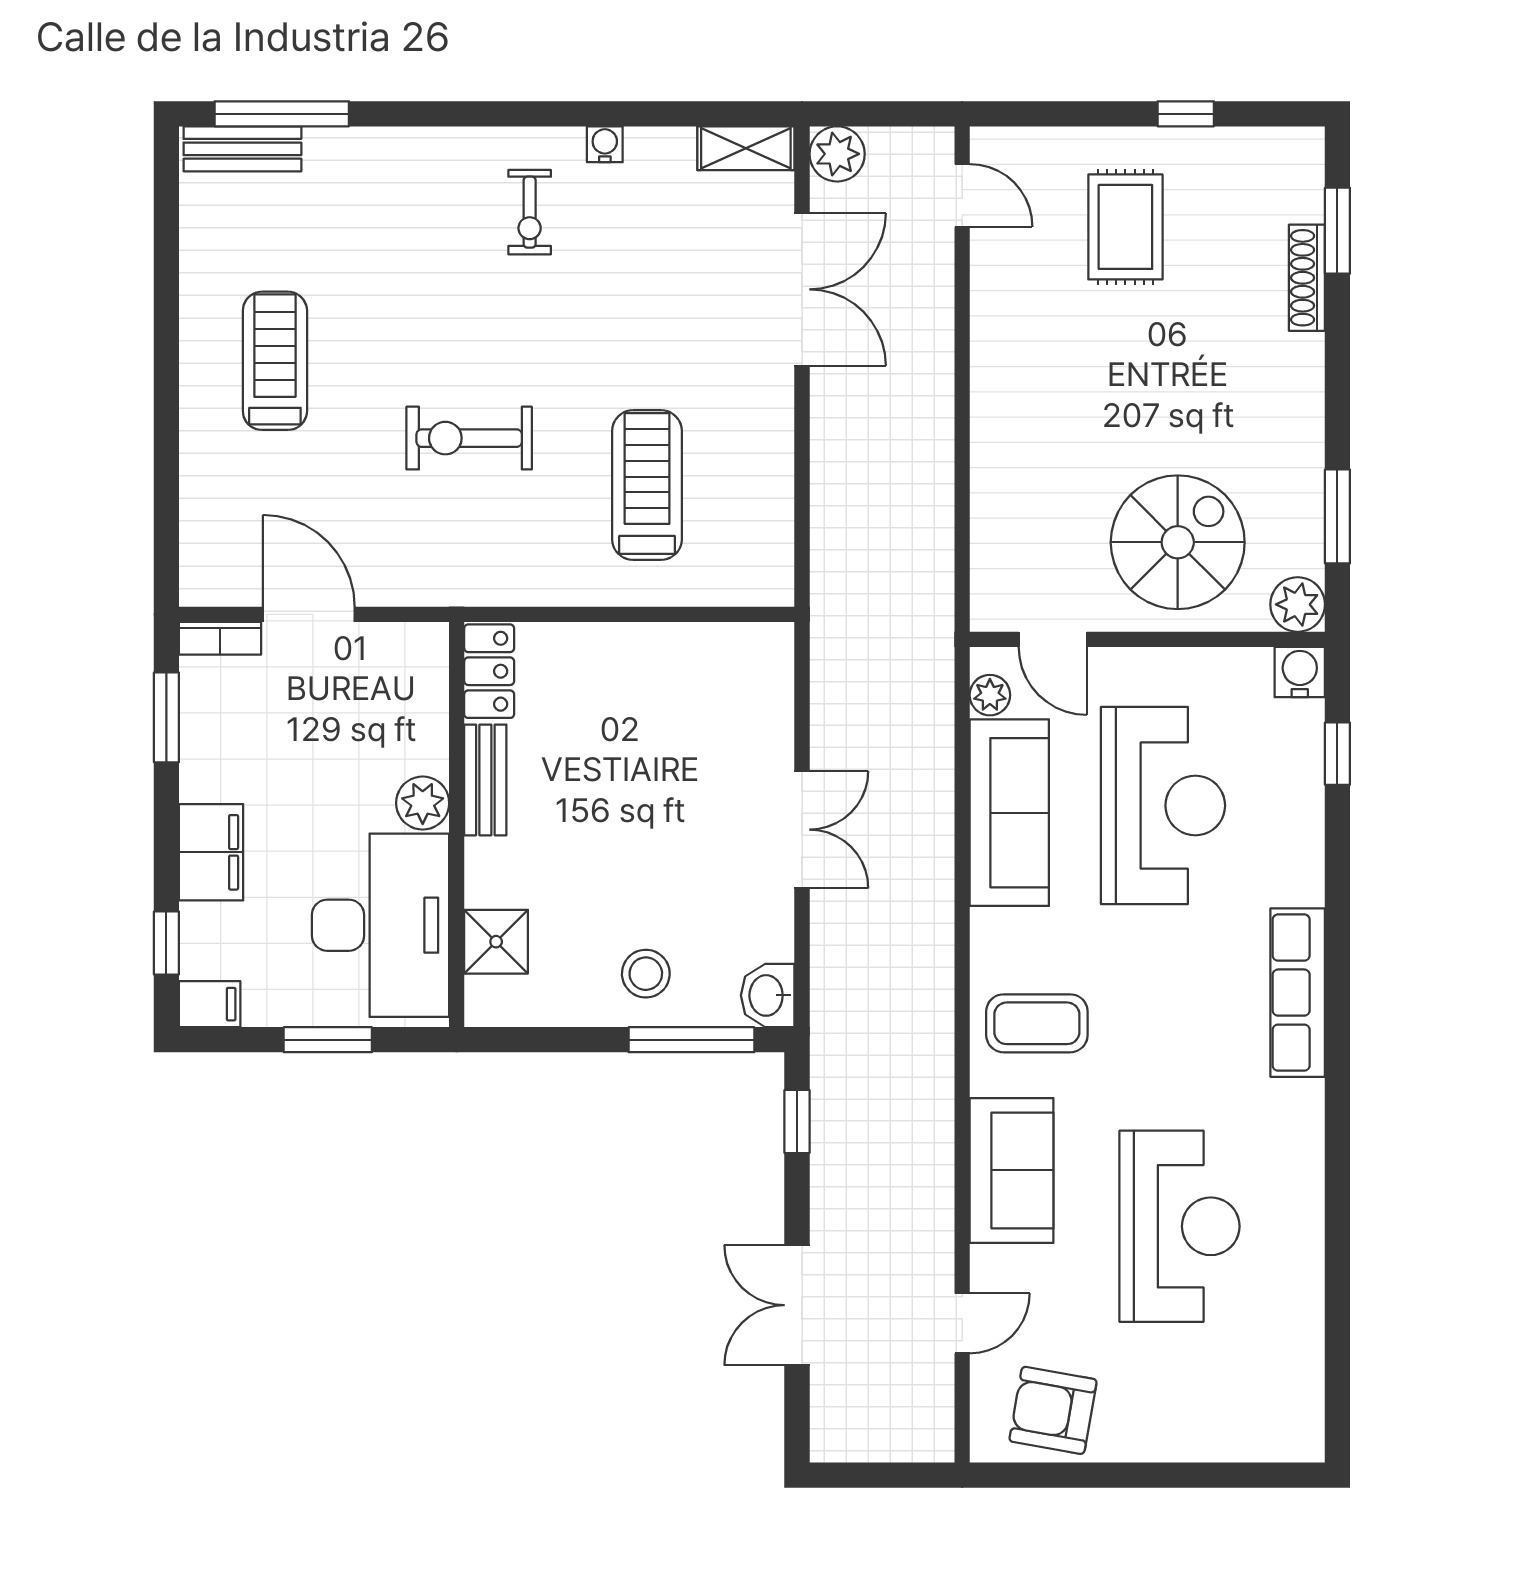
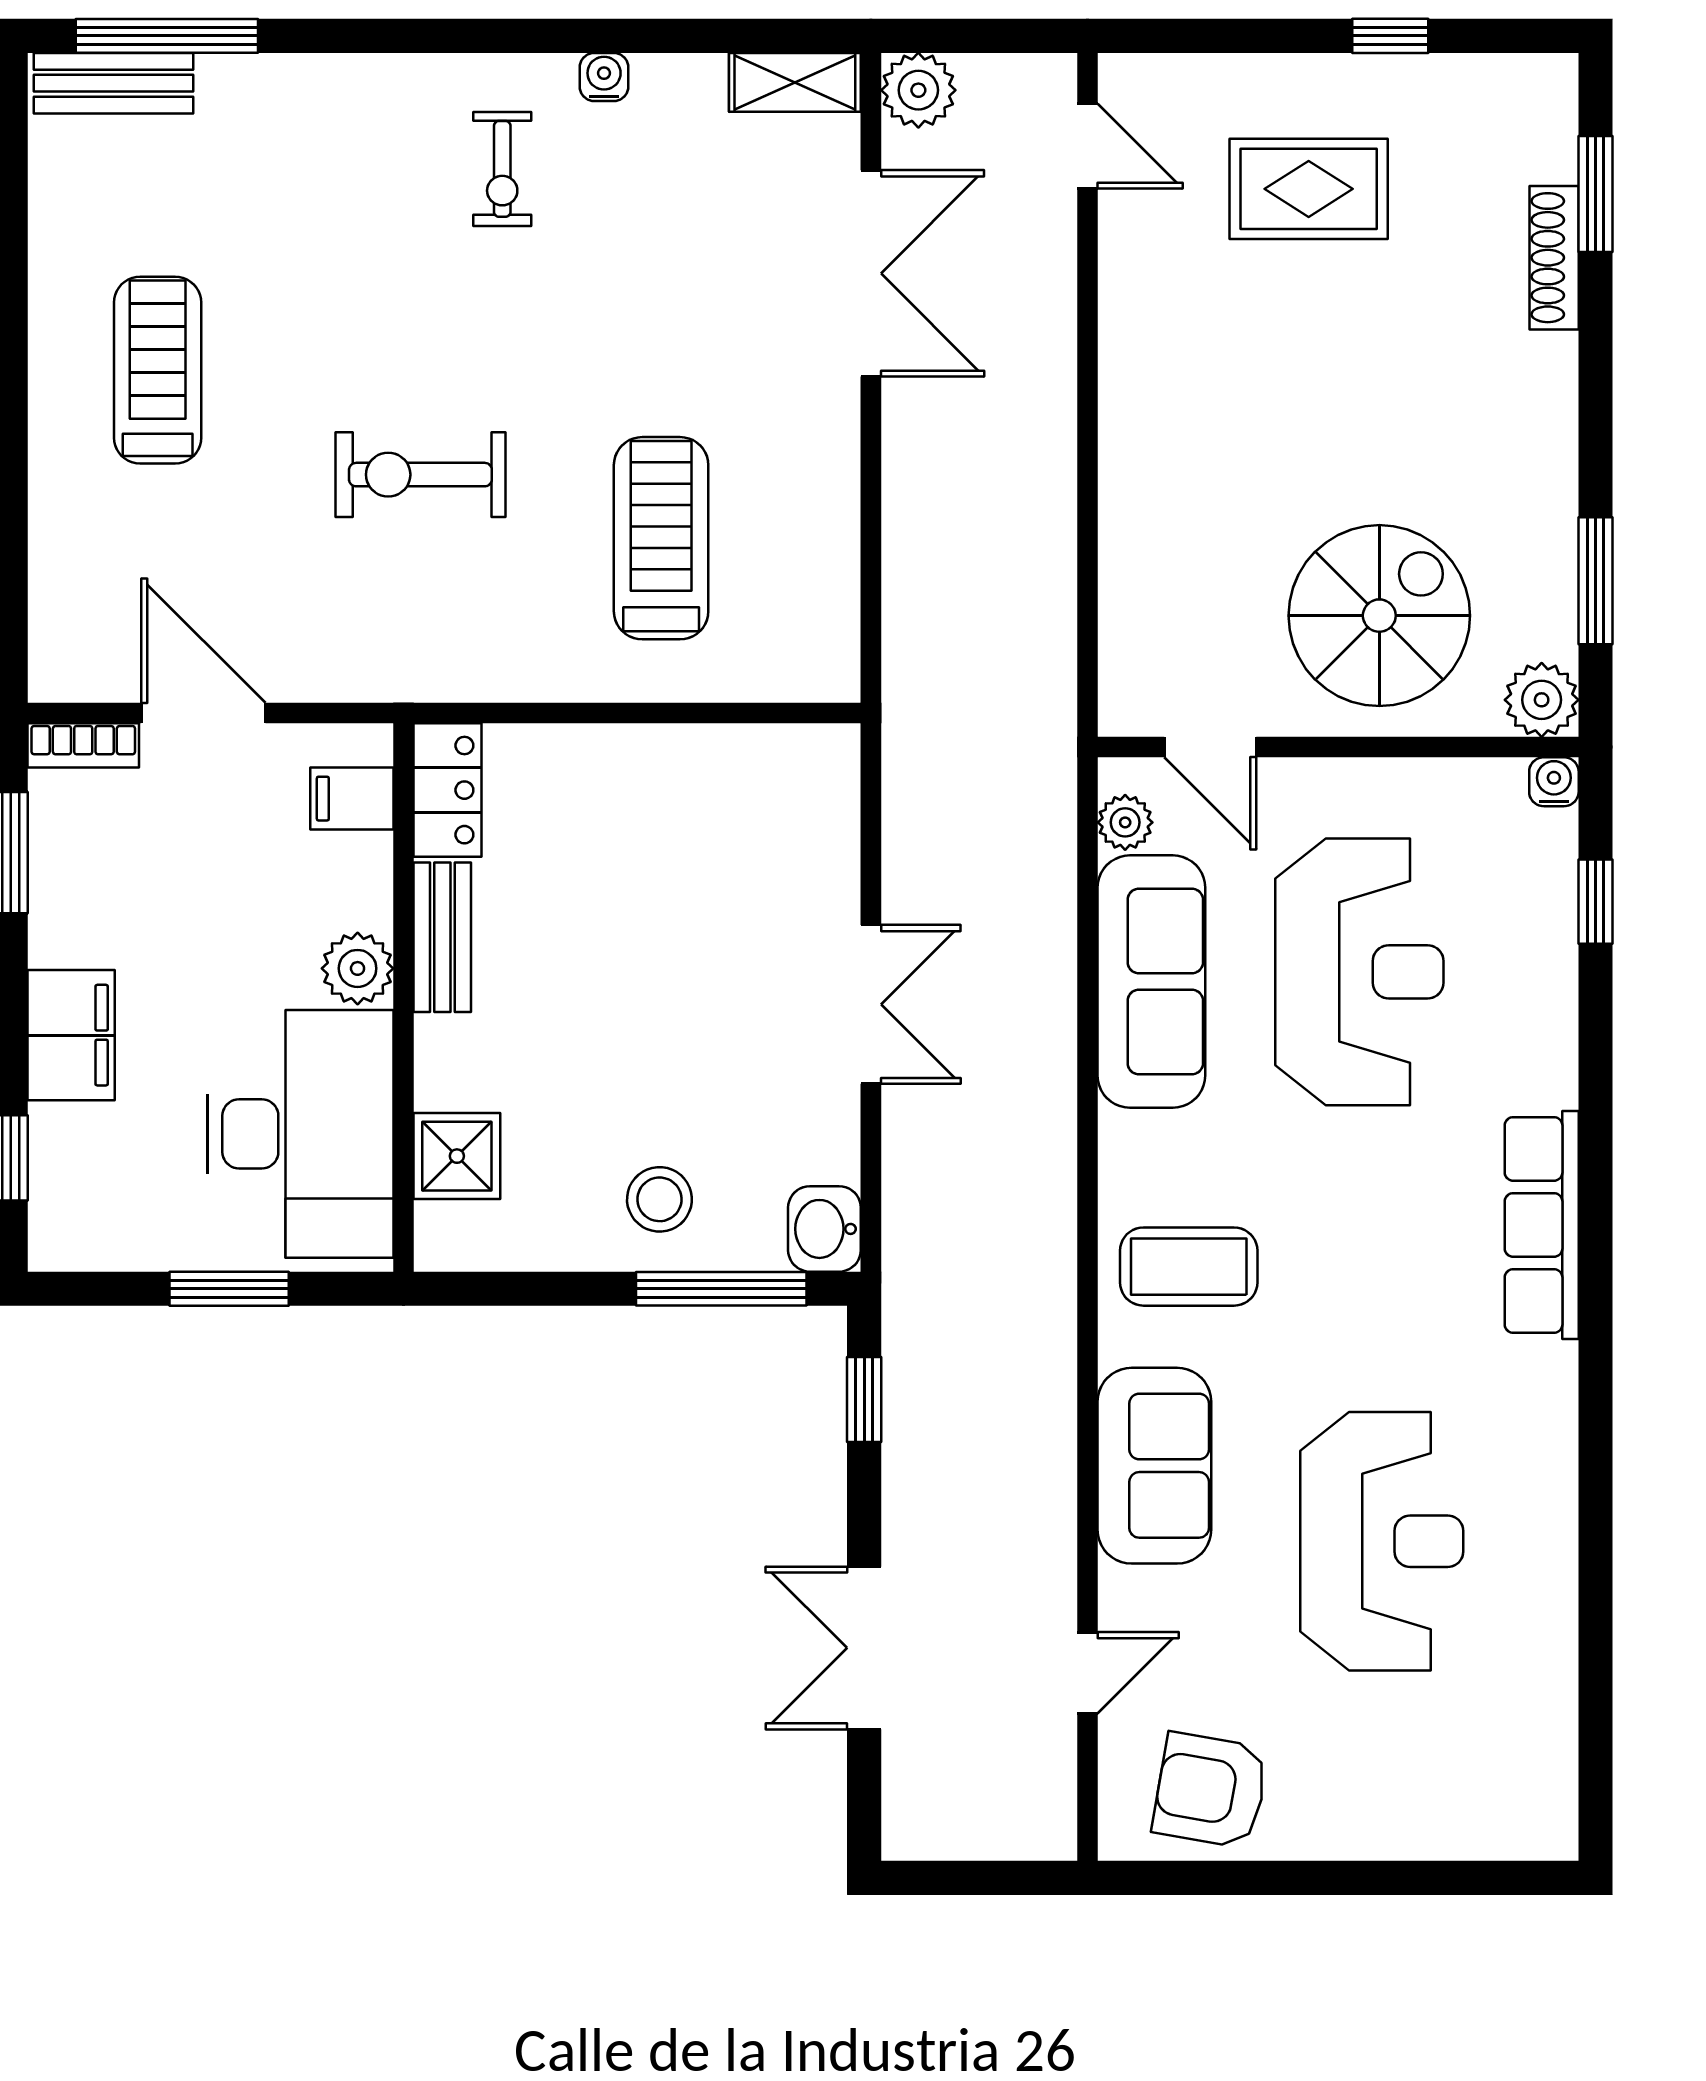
rug: (1125, 227) -> (1309, 189), turned 90
water cooler: (1300, 672) -> (1554, 782), width x0.72, depth x0.72
filing cabinet: (210, 1004) -> (352, 799), moved, turned 180

